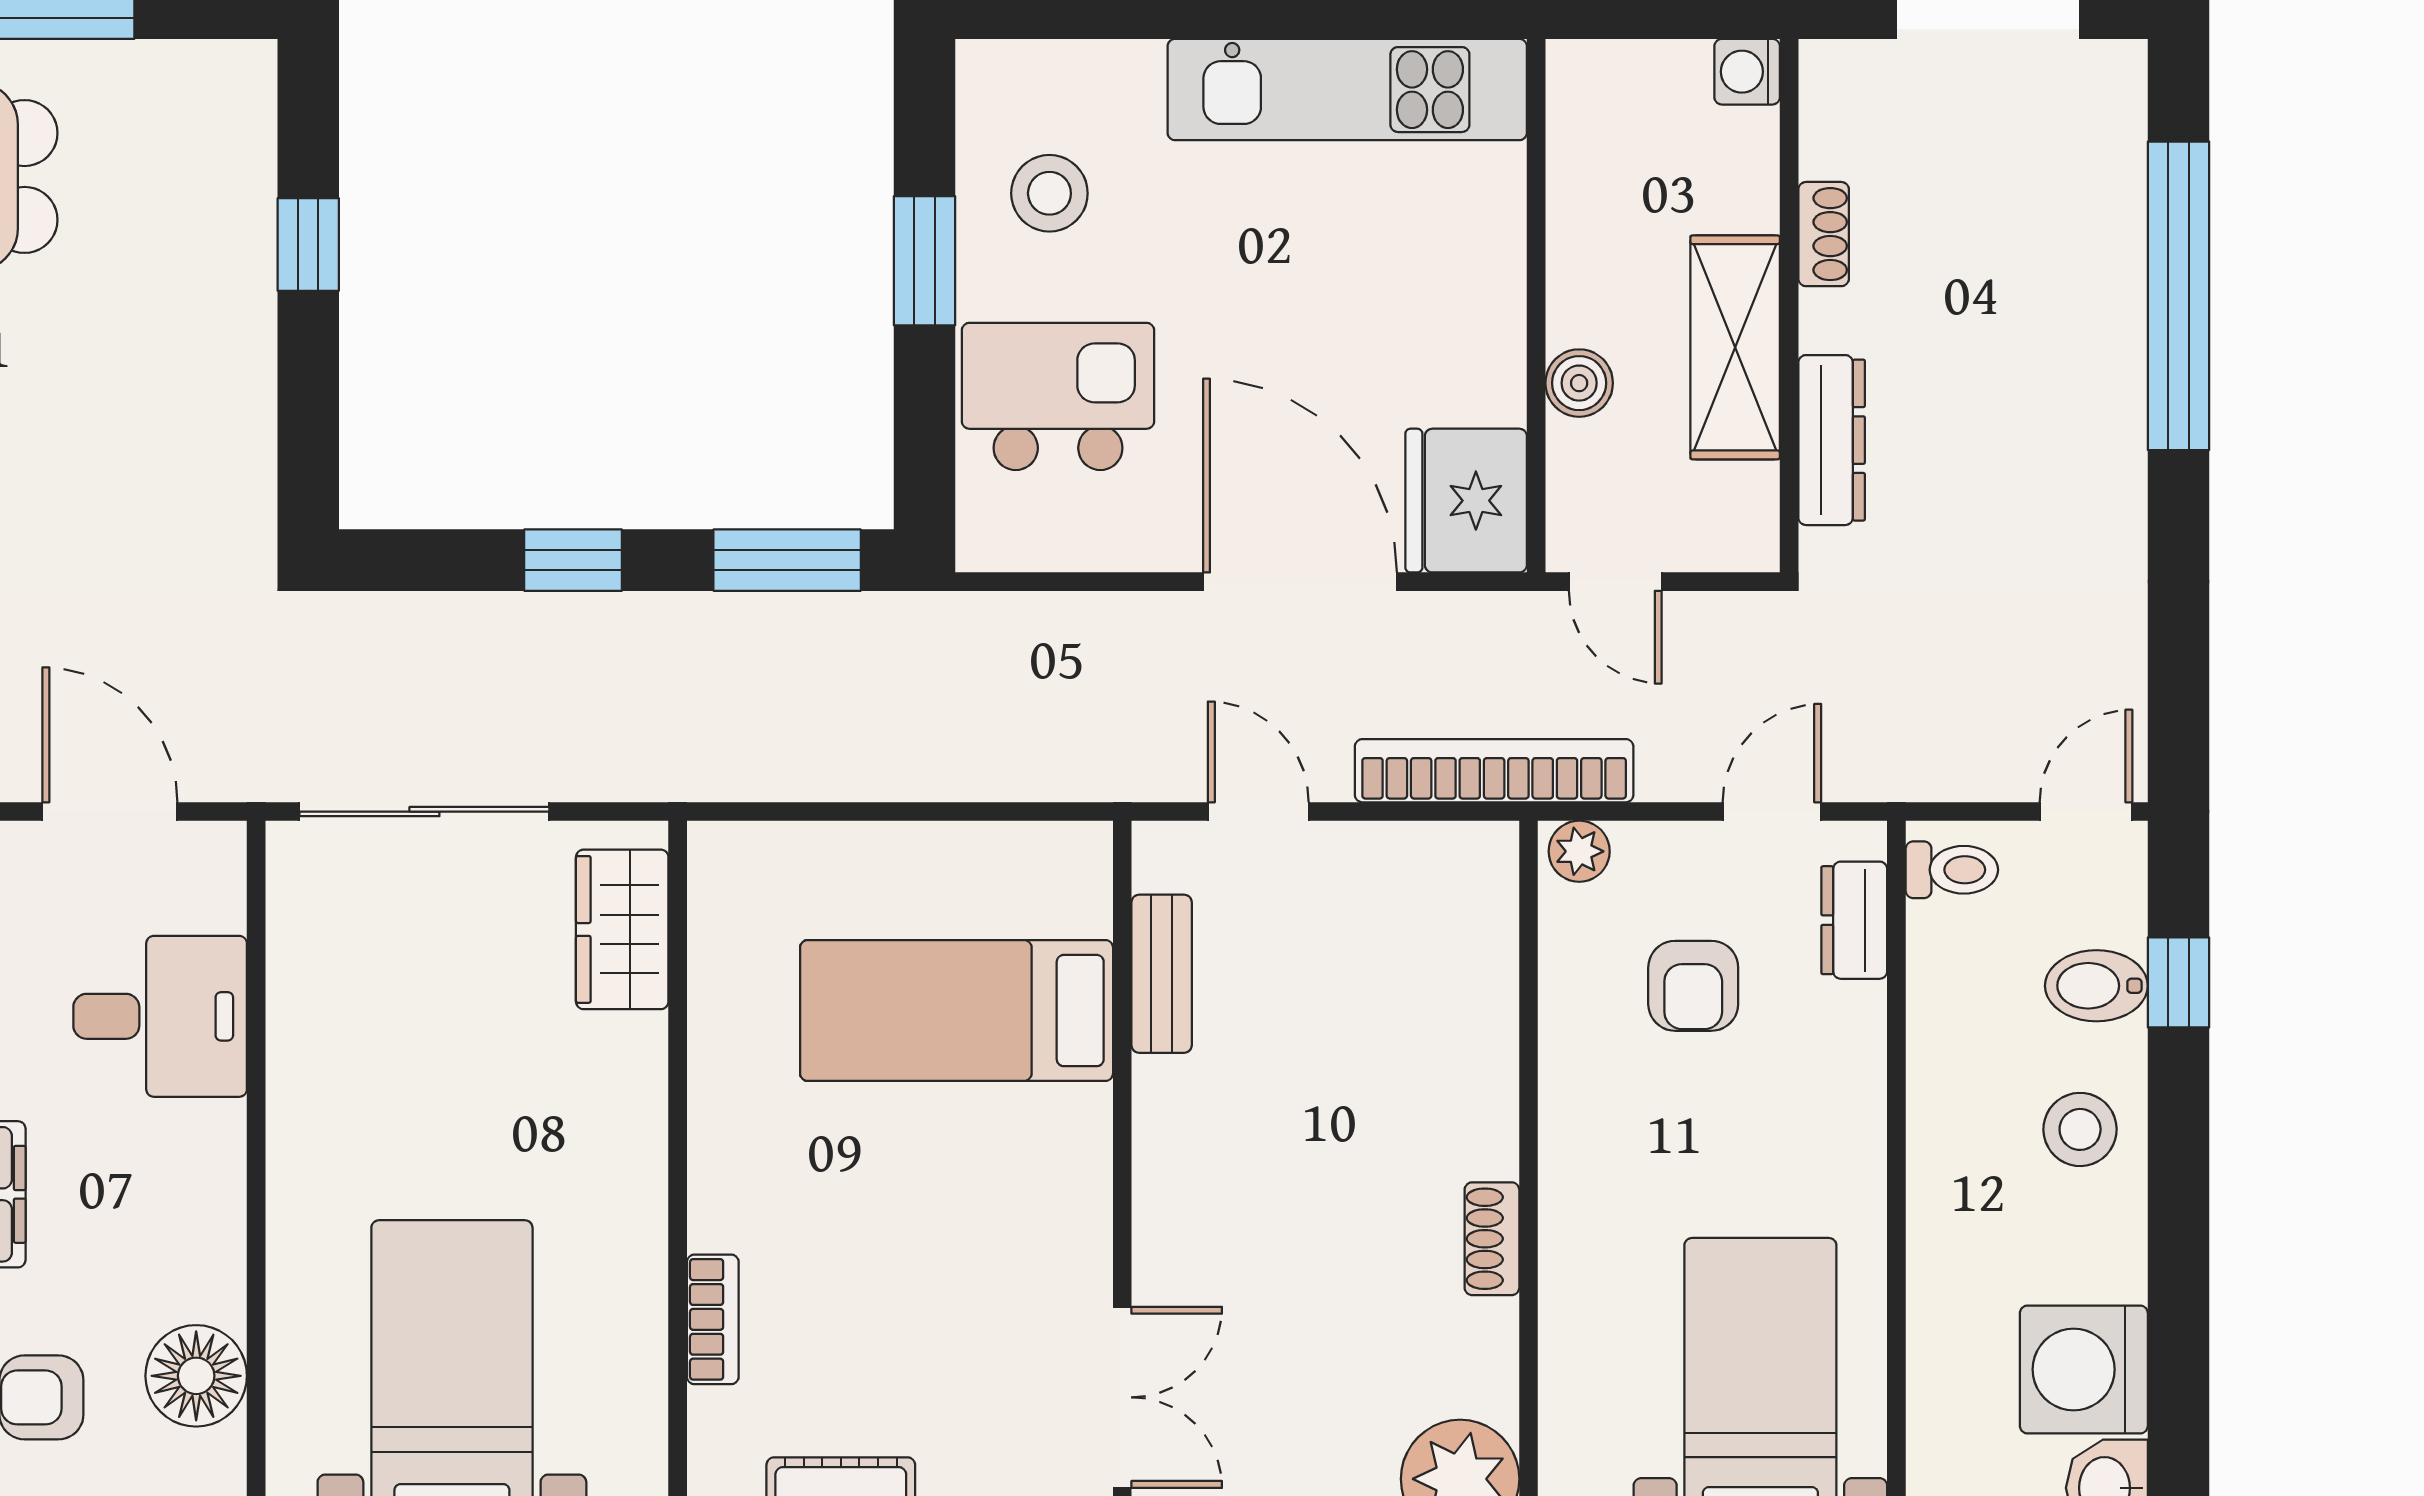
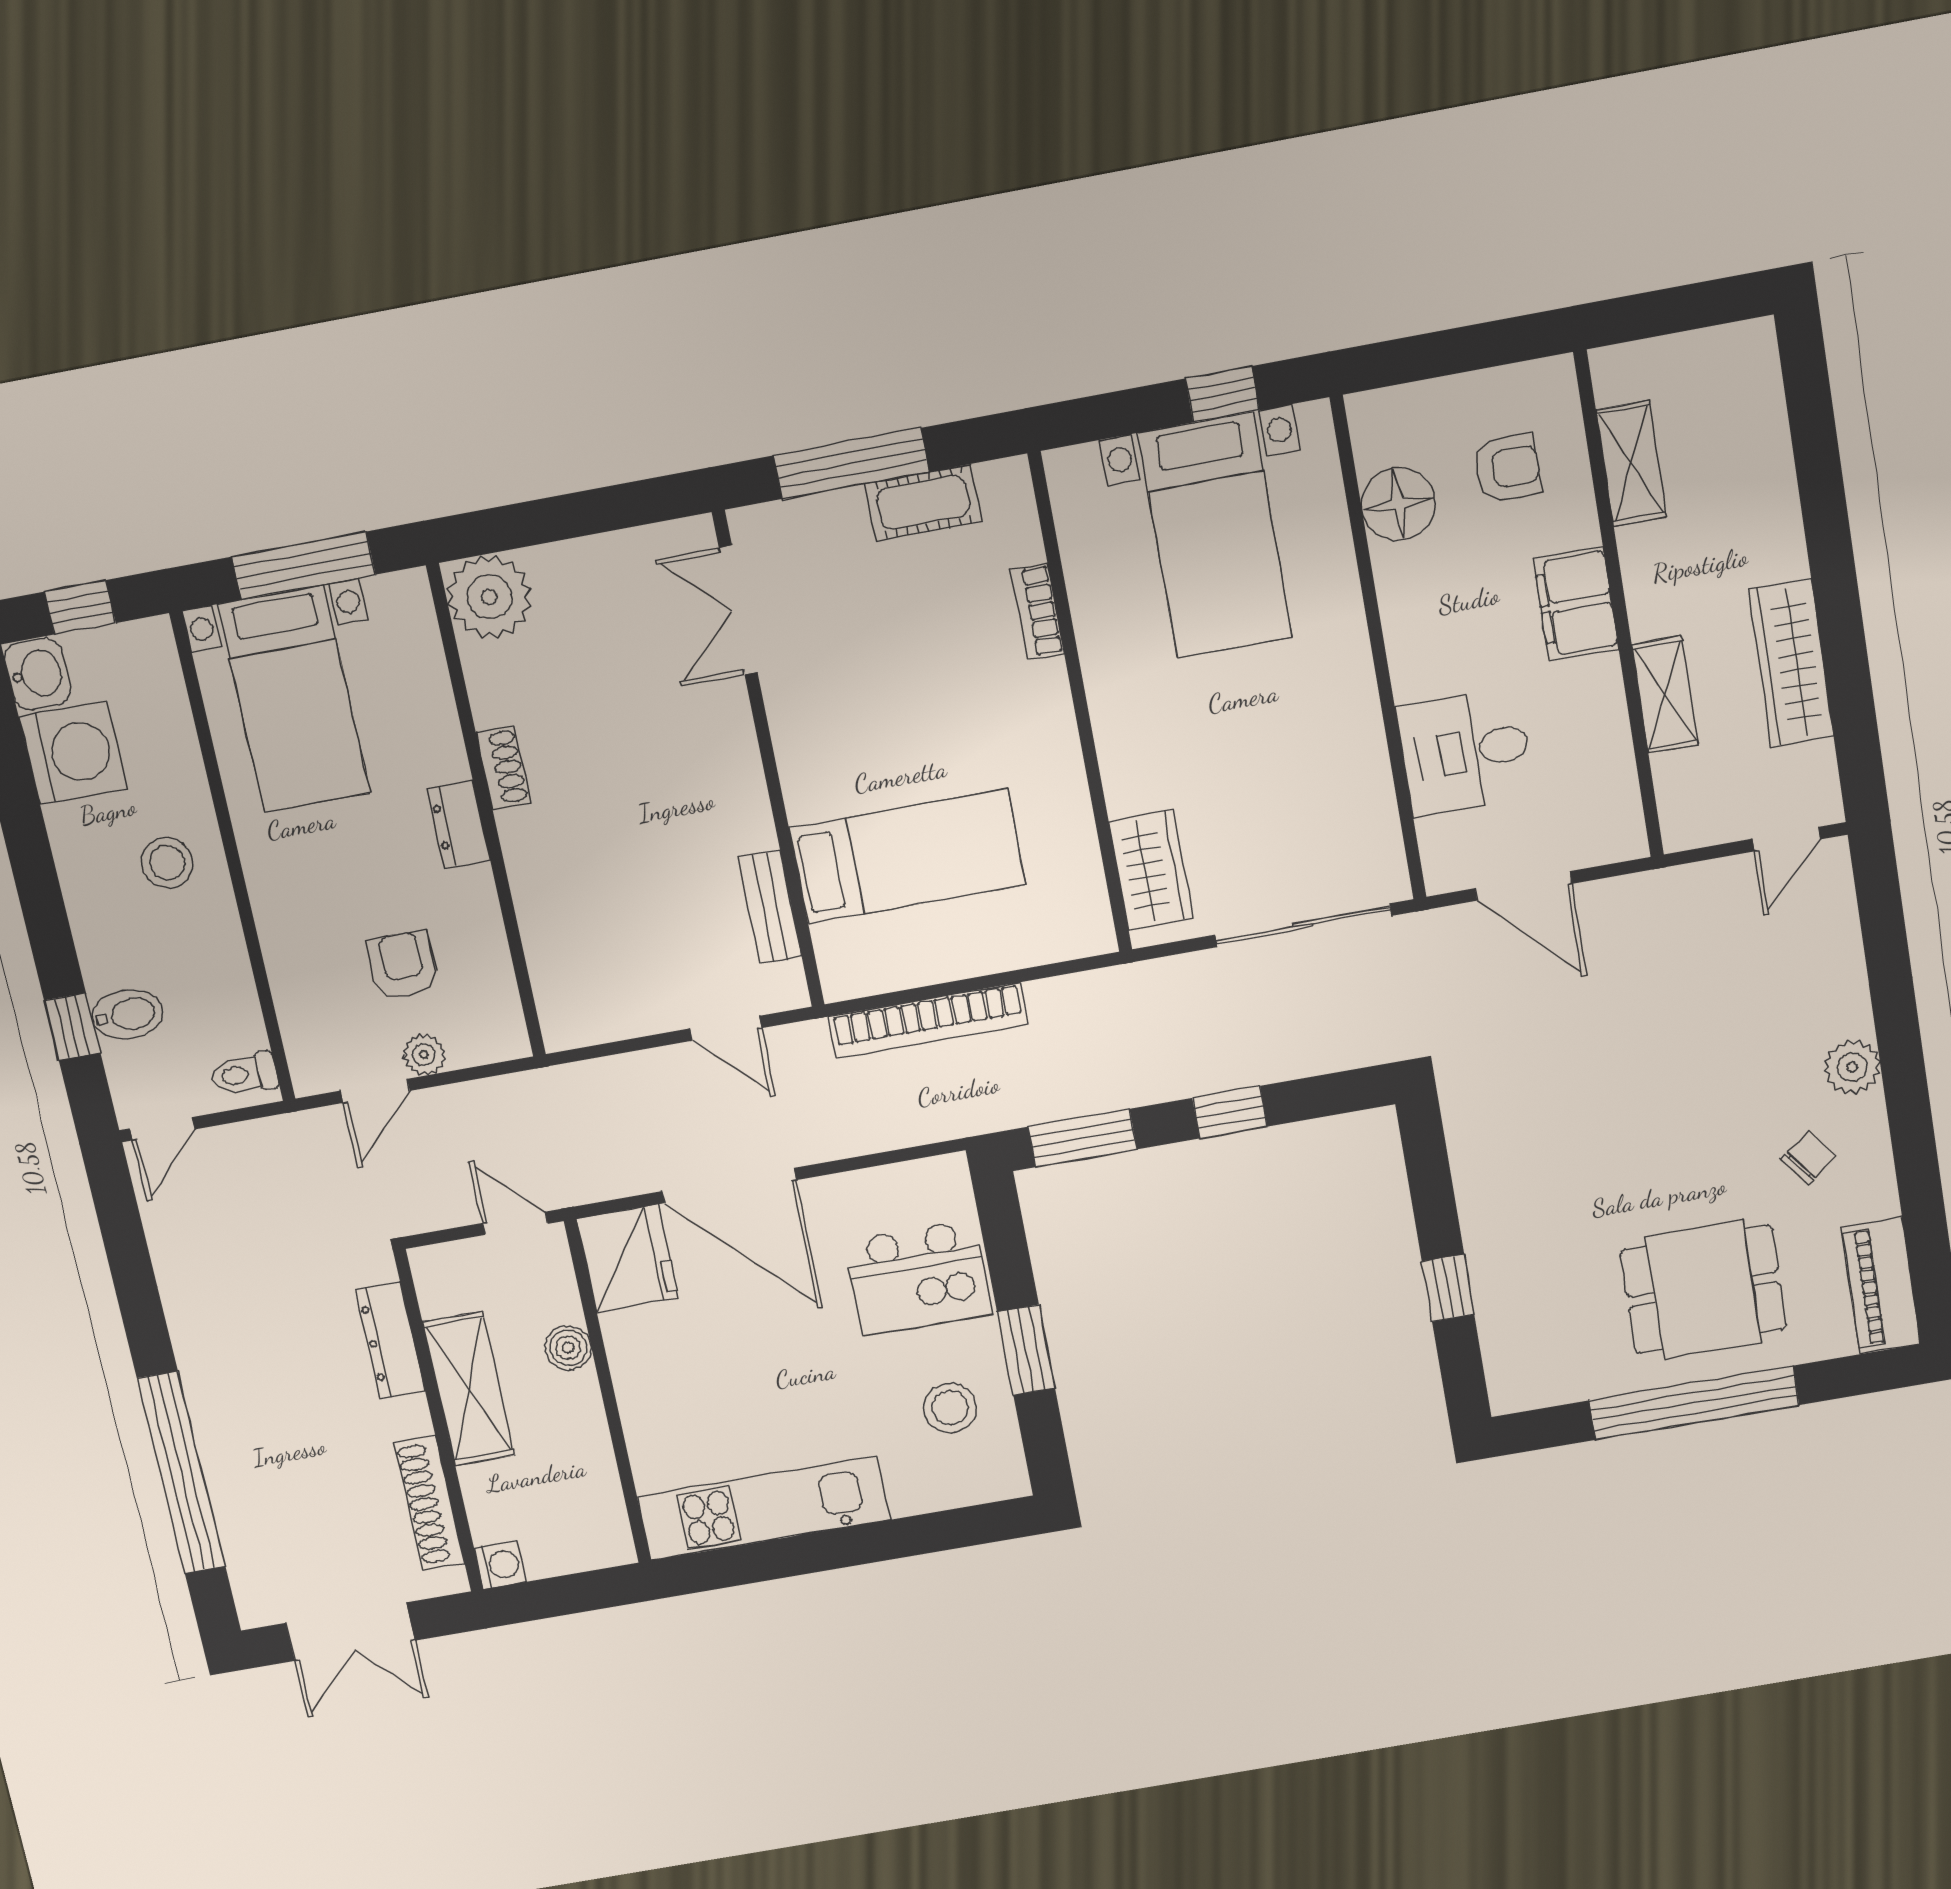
shoe rack: (1824, 234) -> (429, 1503), width x1.94, depth x1.24
bookcase: (1494, 771) -> (928, 1020), moved
plant: (1579, 851) -> (424, 1055), moved
dresser: (1854, 920) -> (459, 824), moved, turned 180
stool: (2080, 1129) -> (167, 863), moved

